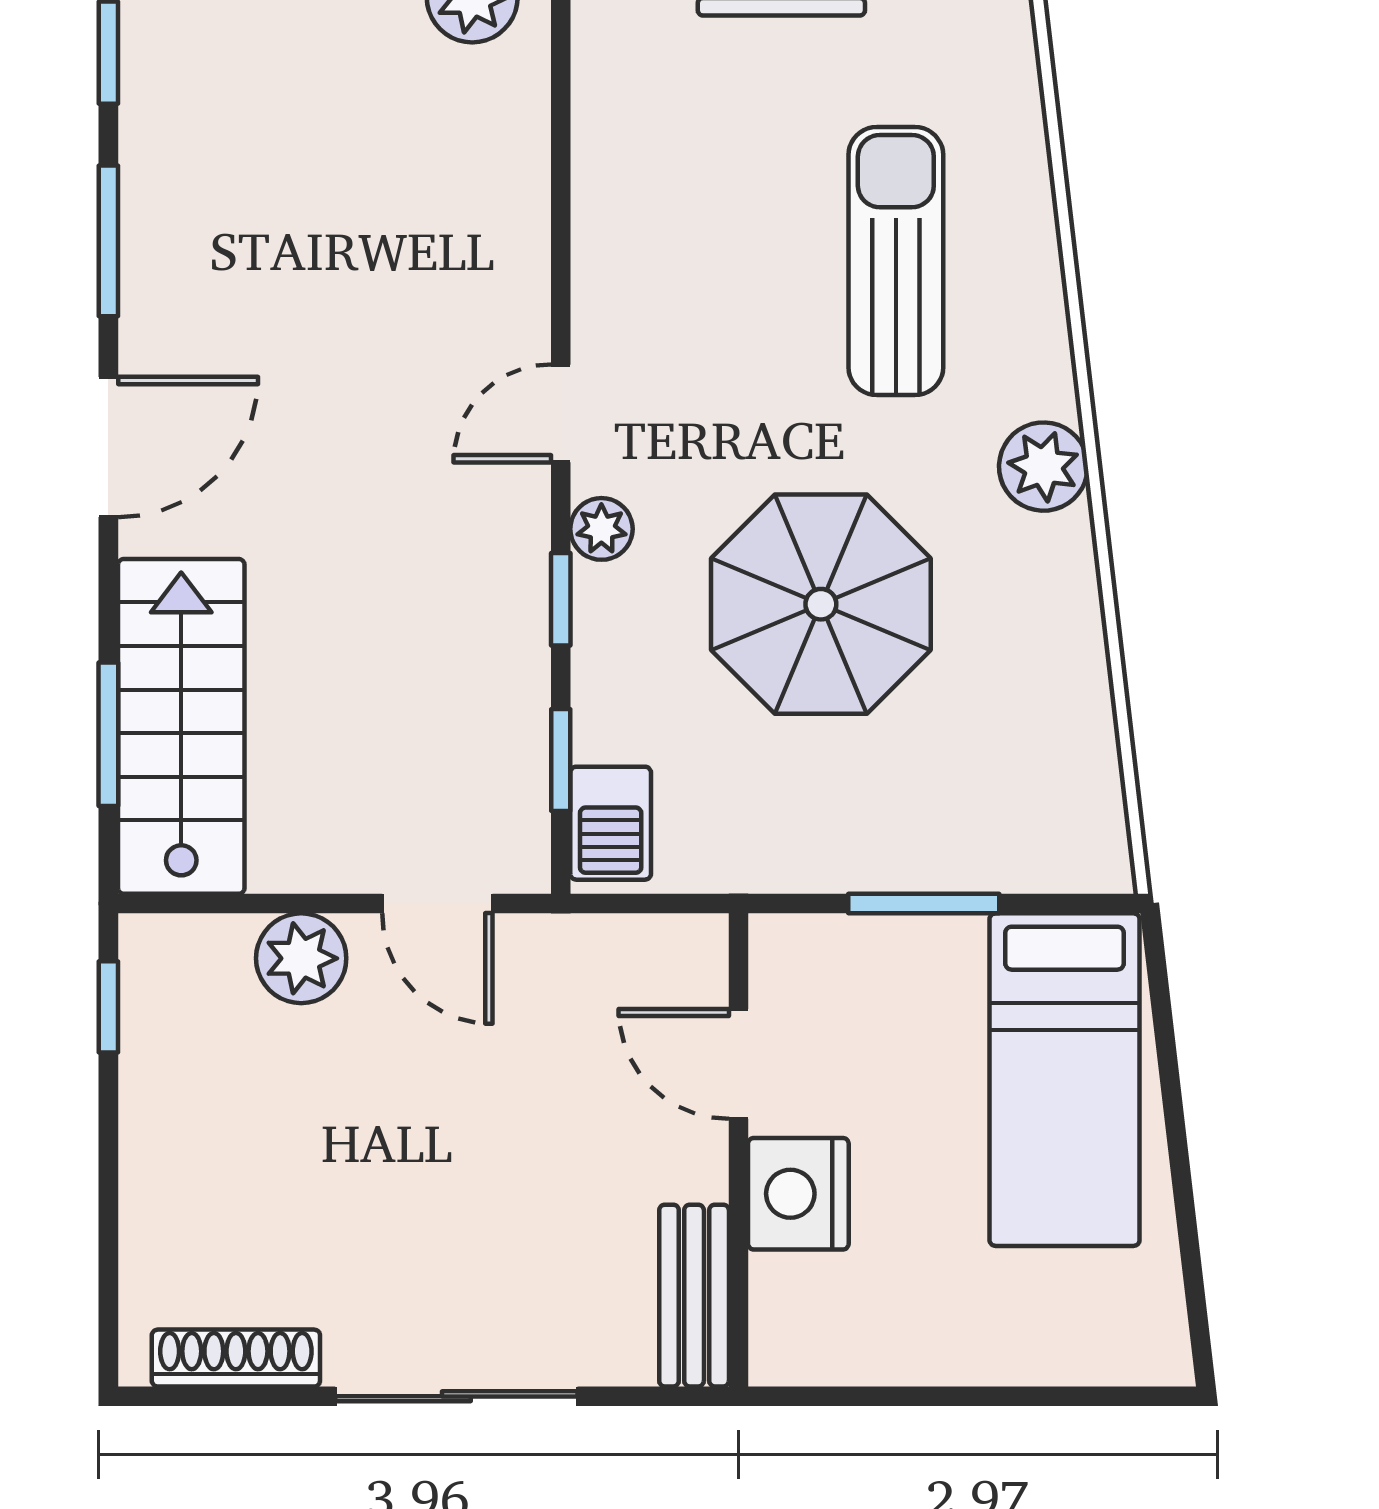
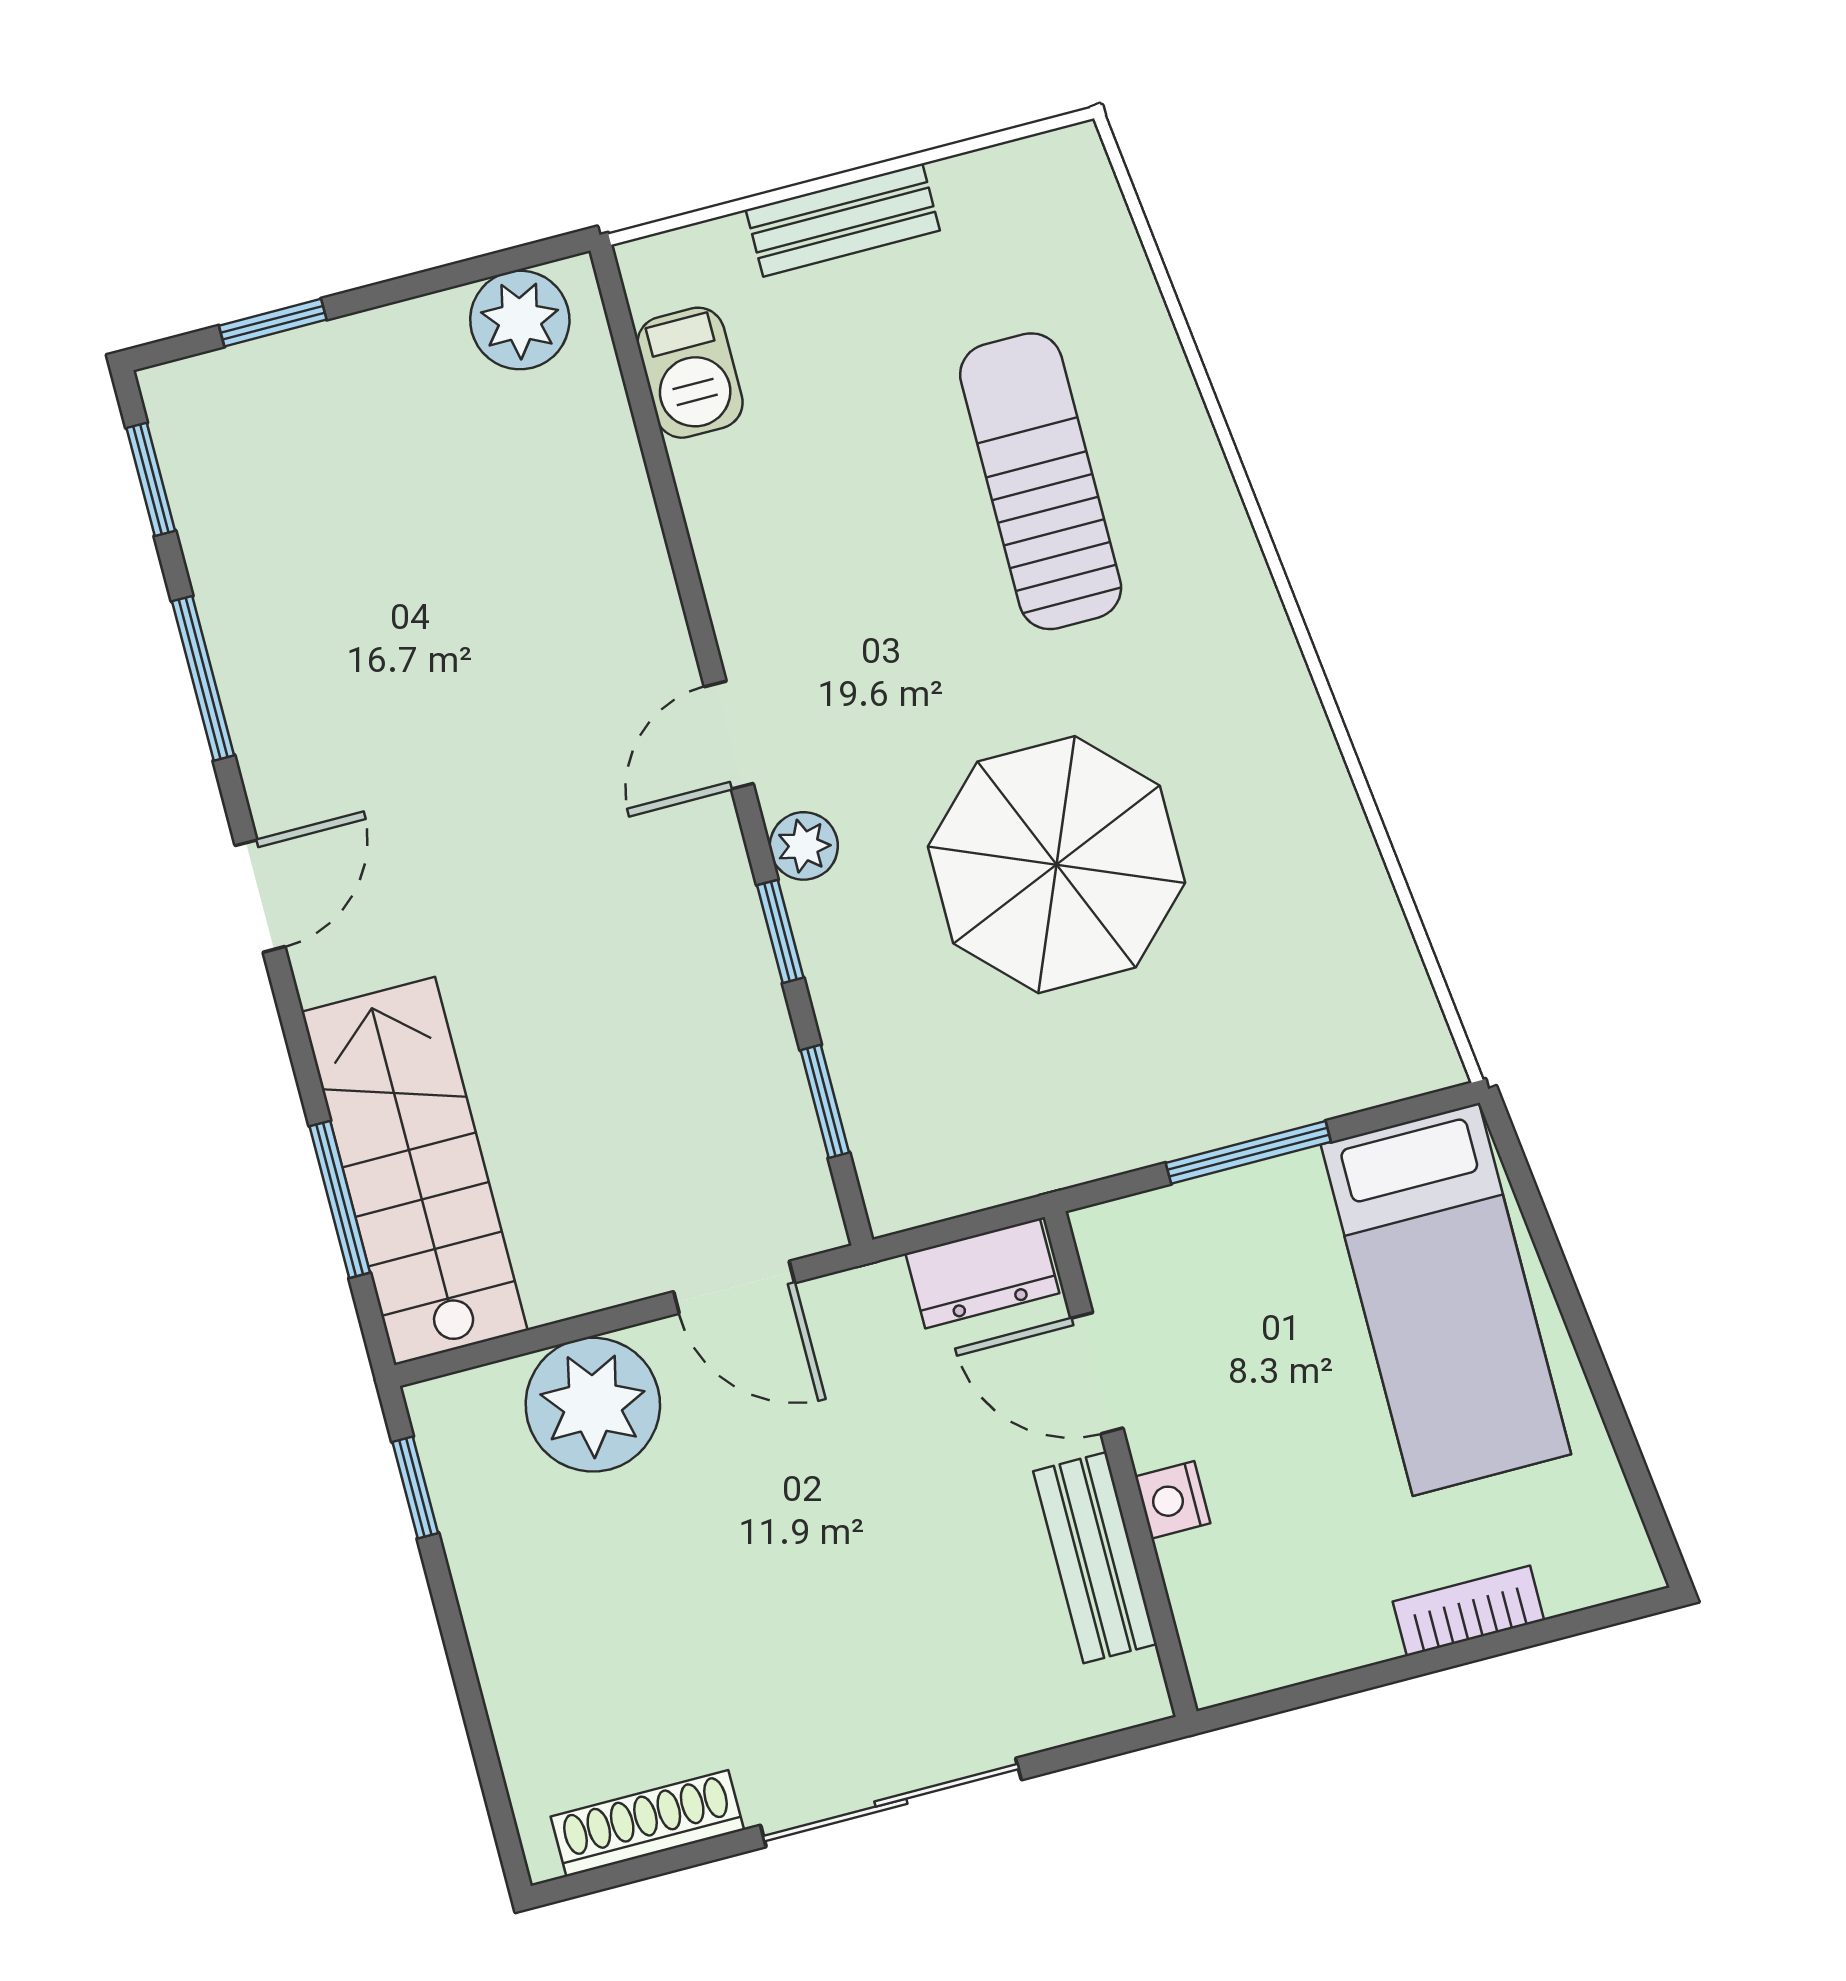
door: (108, 447) -> (260, 896), width x0.73
plant: (1043, 467) -> (1254, 657), removed
barbecue: (611, 823) -> (690, 373), moved
dresser: (660, 949) -> (982, 1273), added
plant: (301, 958) -> (593, 1405), width x1.36, depth x1.36
nightstand: (798, 1194) -> (1173, 1500), width x0.53, depth x0.56
bench: (694, 1296) -> (1095, 1558), moved
bookcase: (1012, 1361) -> (1468, 1611), added

